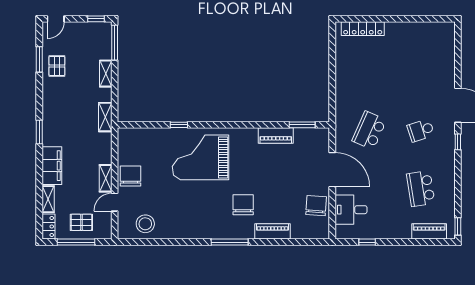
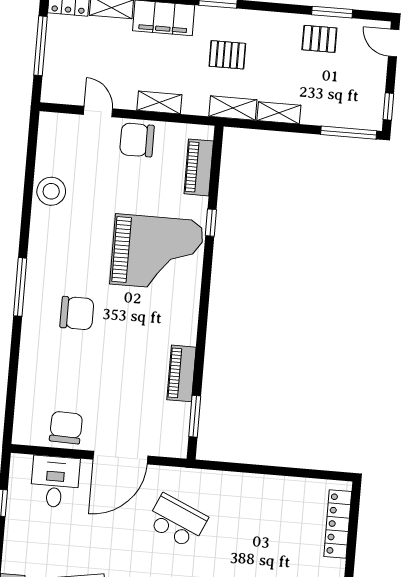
shelving: (106, 74) -> (279, 113), moved
grand piano: (201, 157) -> (157, 252), turned 90
chair: (130, 176) -> (137, 140), turned 180
shelving: (106, 178) -> (159, 103), moved
chair: (316, 206) -> (66, 428), turned -92
pallet: (81, 222) -> (227, 55), moved, turned 90
stool: (145, 224) -> (51, 191), moved
piano: (272, 231) -> (199, 167), moved, turned 180

